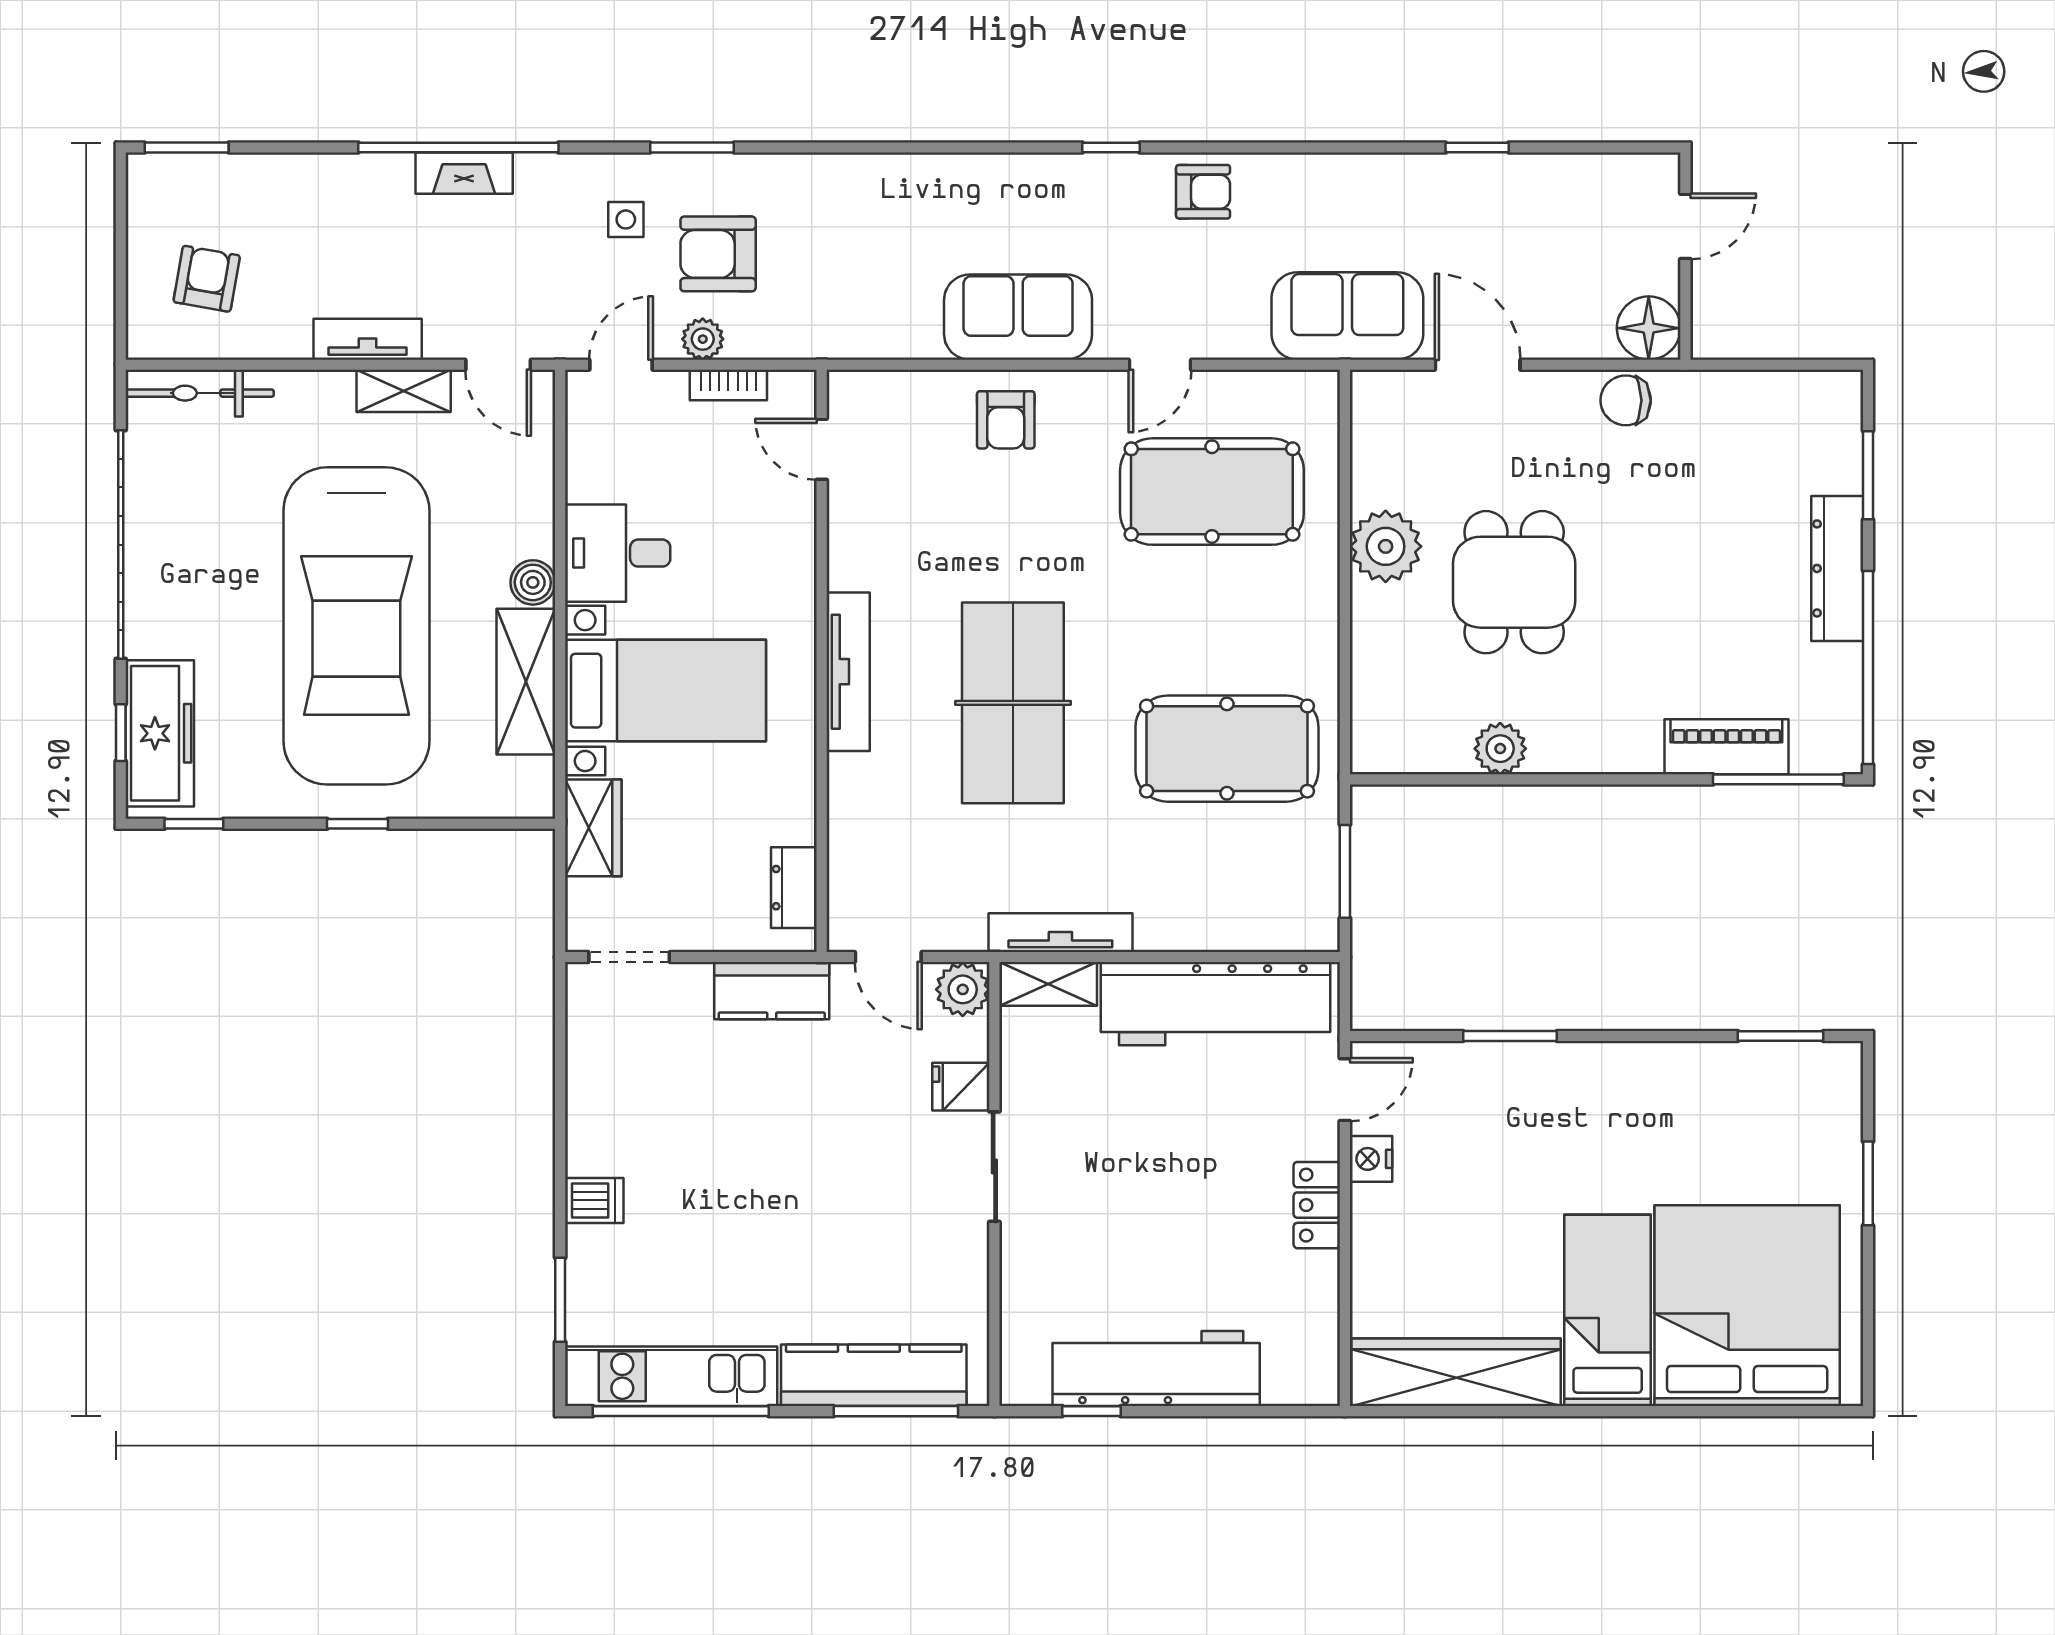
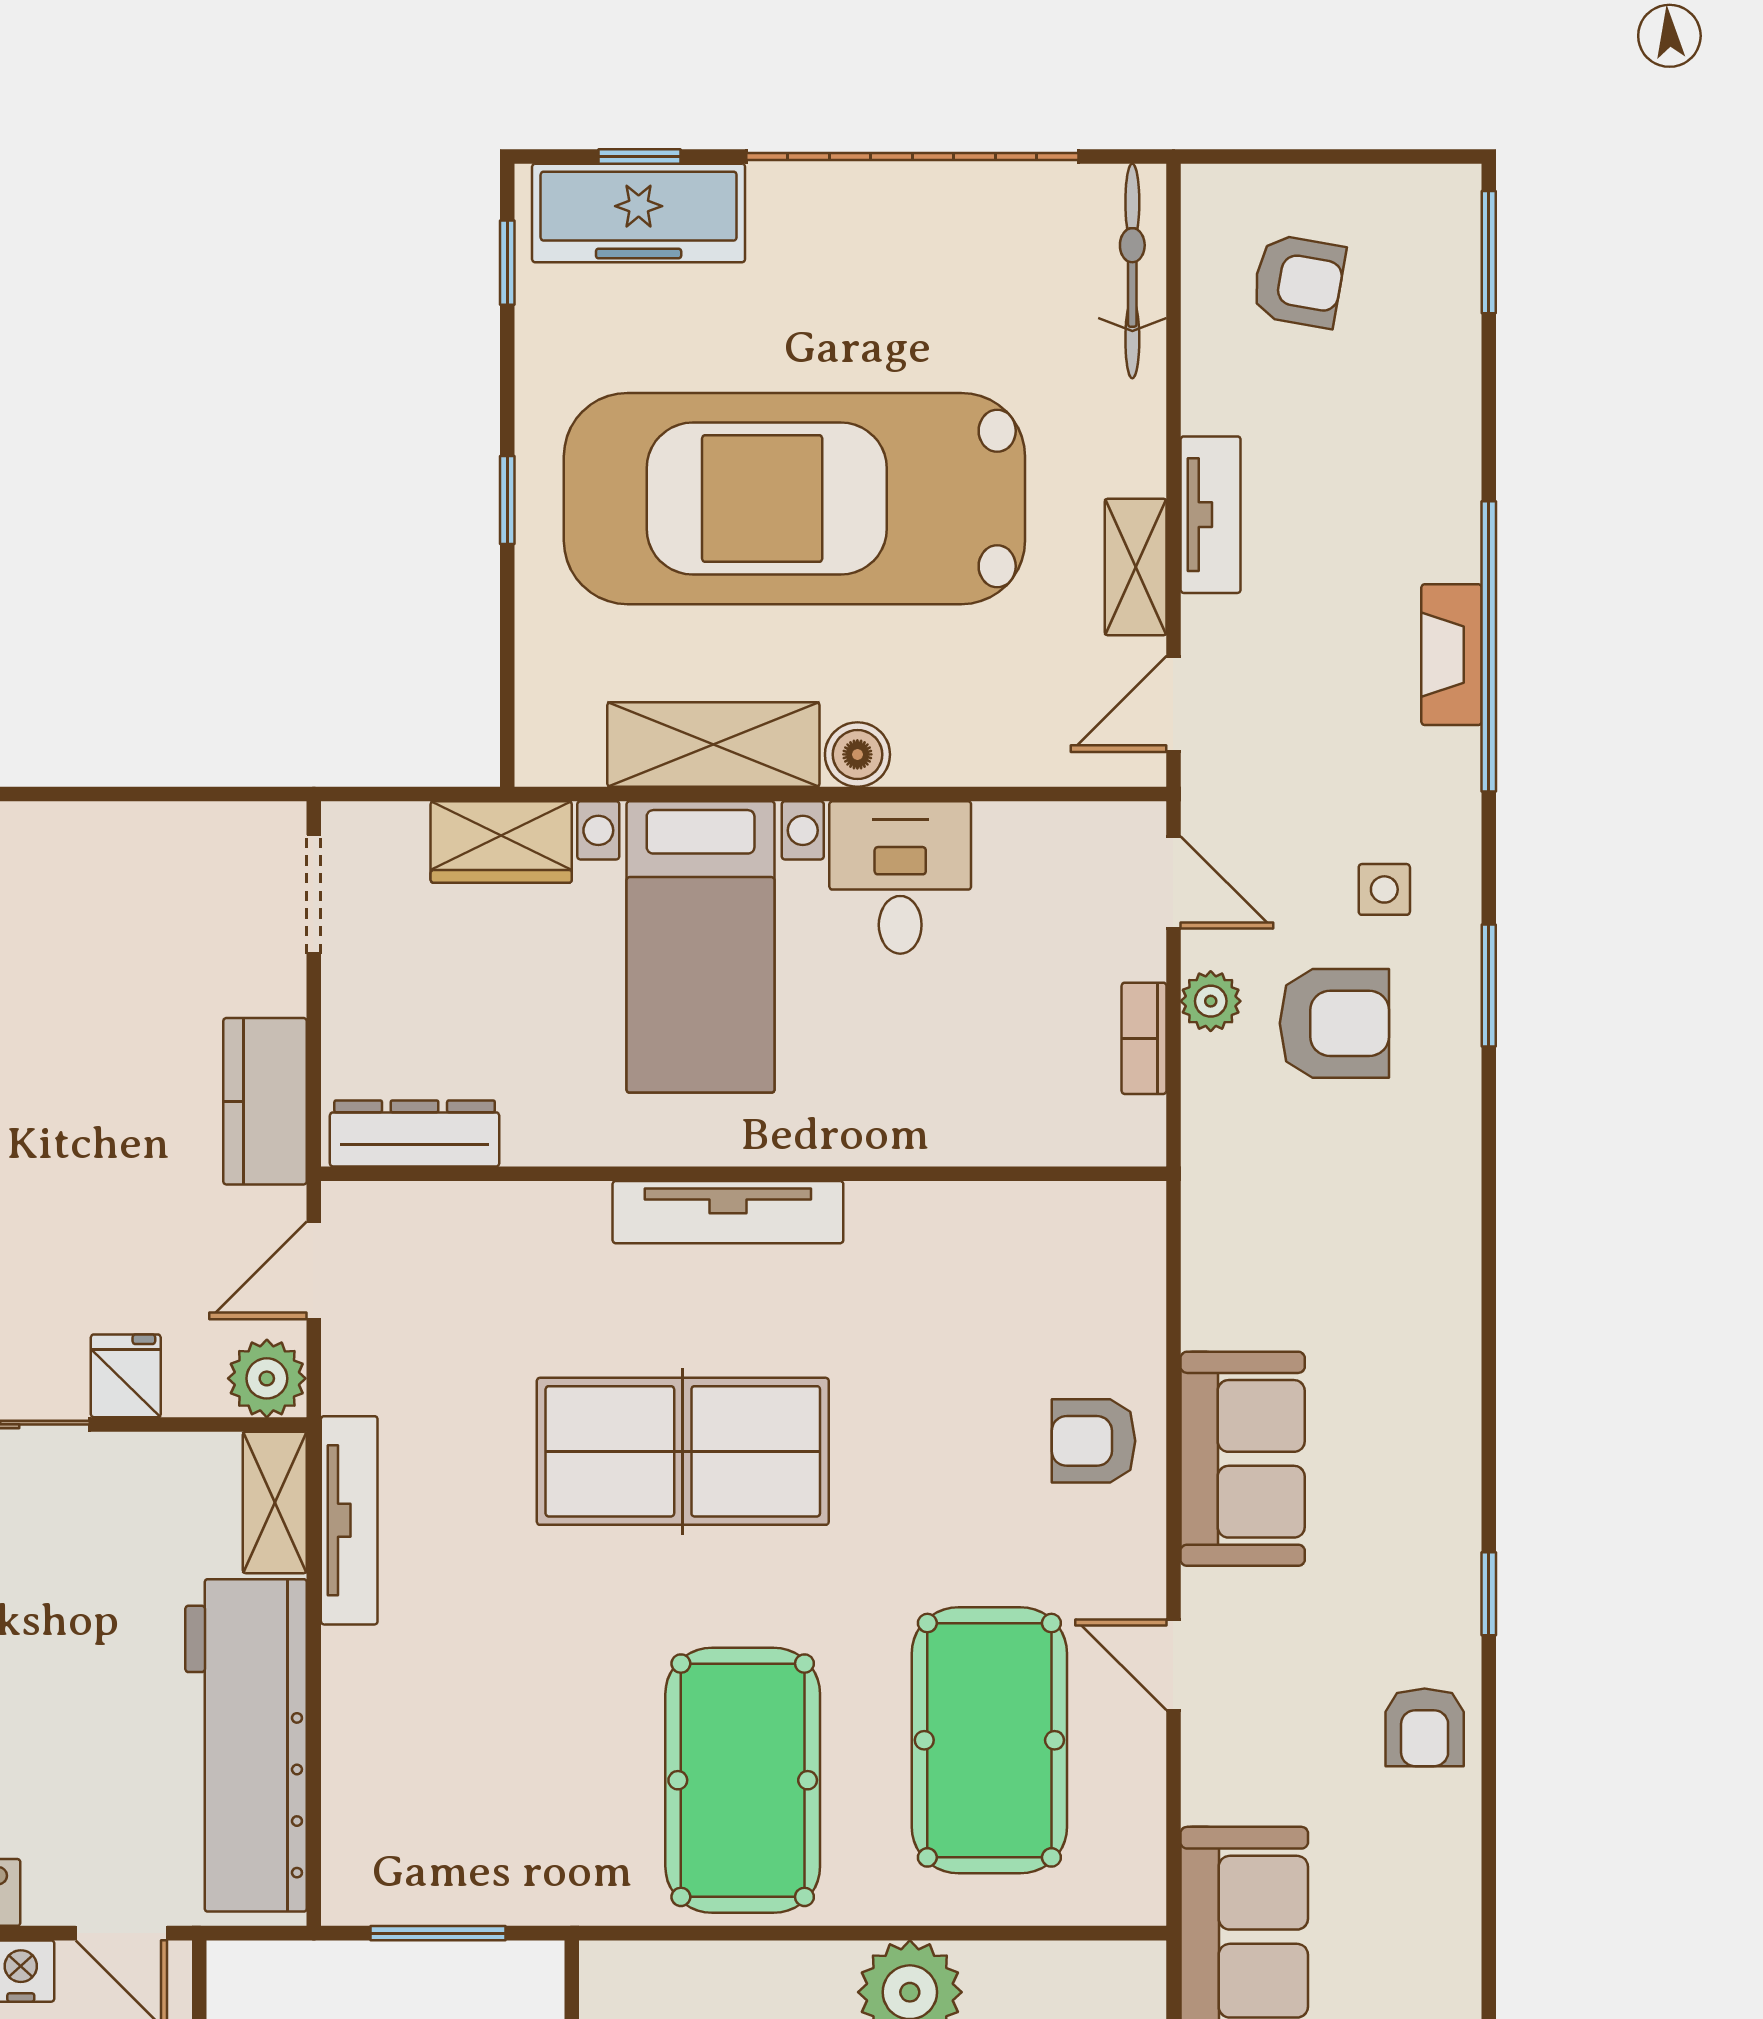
armchair: (718, 254) -> (1334, 1023), turned 90
door: (822, 449) -> (1051, 1174), removed
pool table: (1227, 749) -> (743, 1780), moved
dresser: (794, 888) -> (415, 1133), width x1.44

